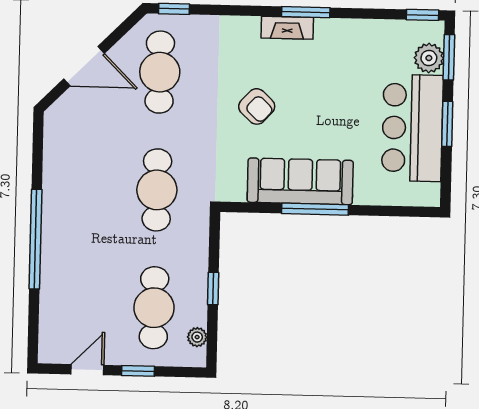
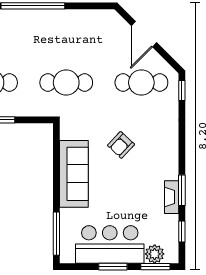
window: (306, 12) -> (182, 190), moved
window: (423, 15) -> (182, 232), moved
fireplace: (287, 28) -> (172, 197), moved
window: (315, 209) -> (56, 234), moved

